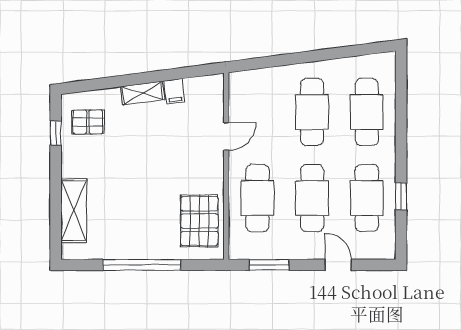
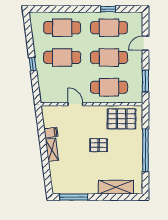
window: (300, 58) -> (33, 64), added
pallet: (88, 122) -> (99, 145), moved, turned 90
window: (56, 133) -> (74, 197), width x2.17

